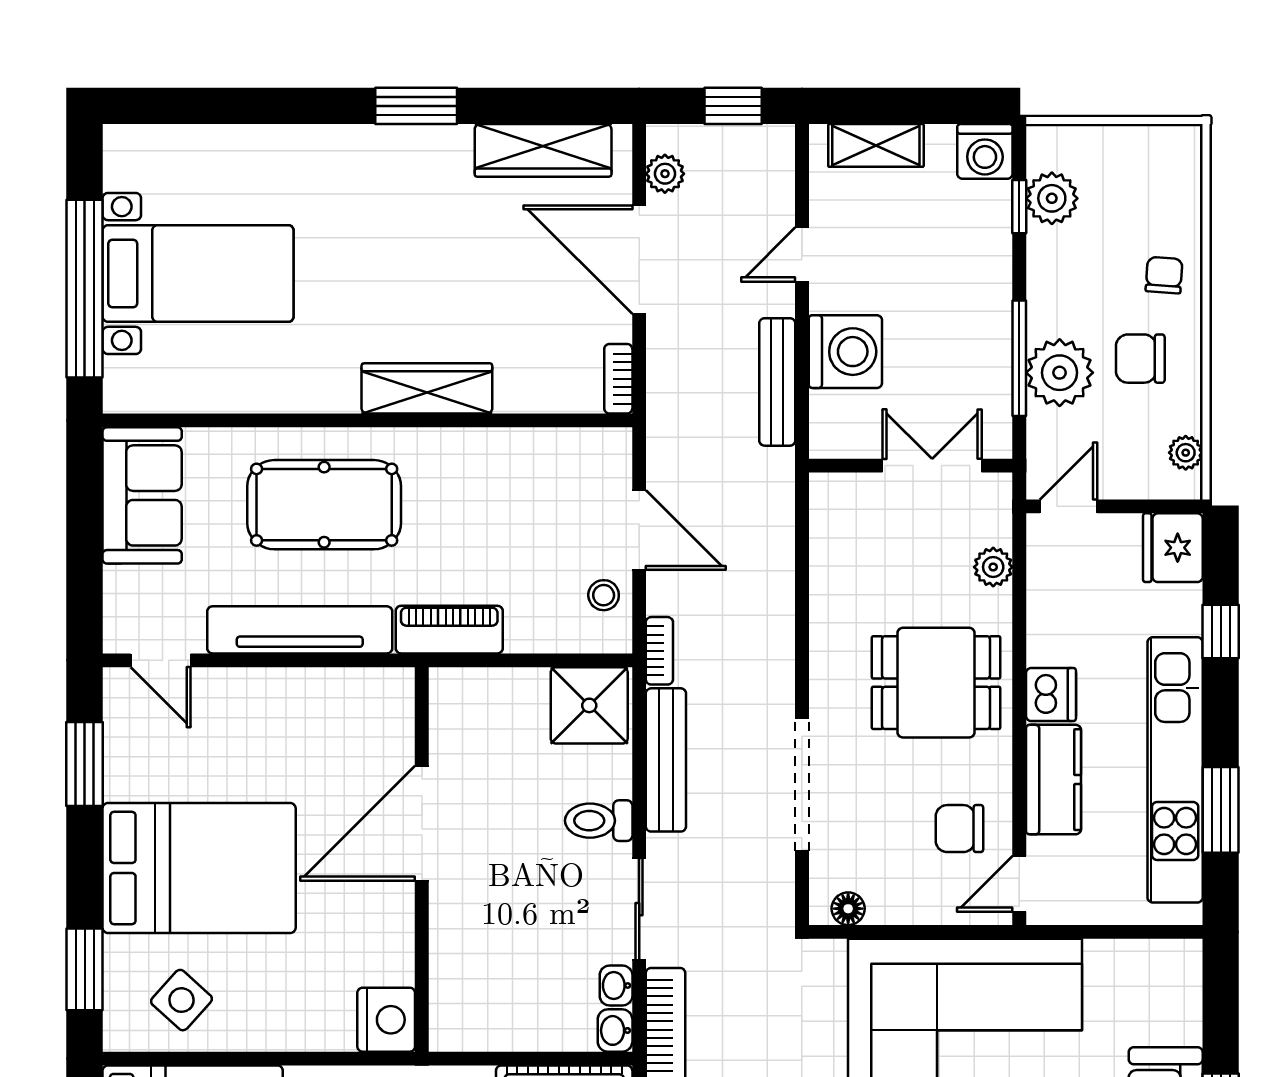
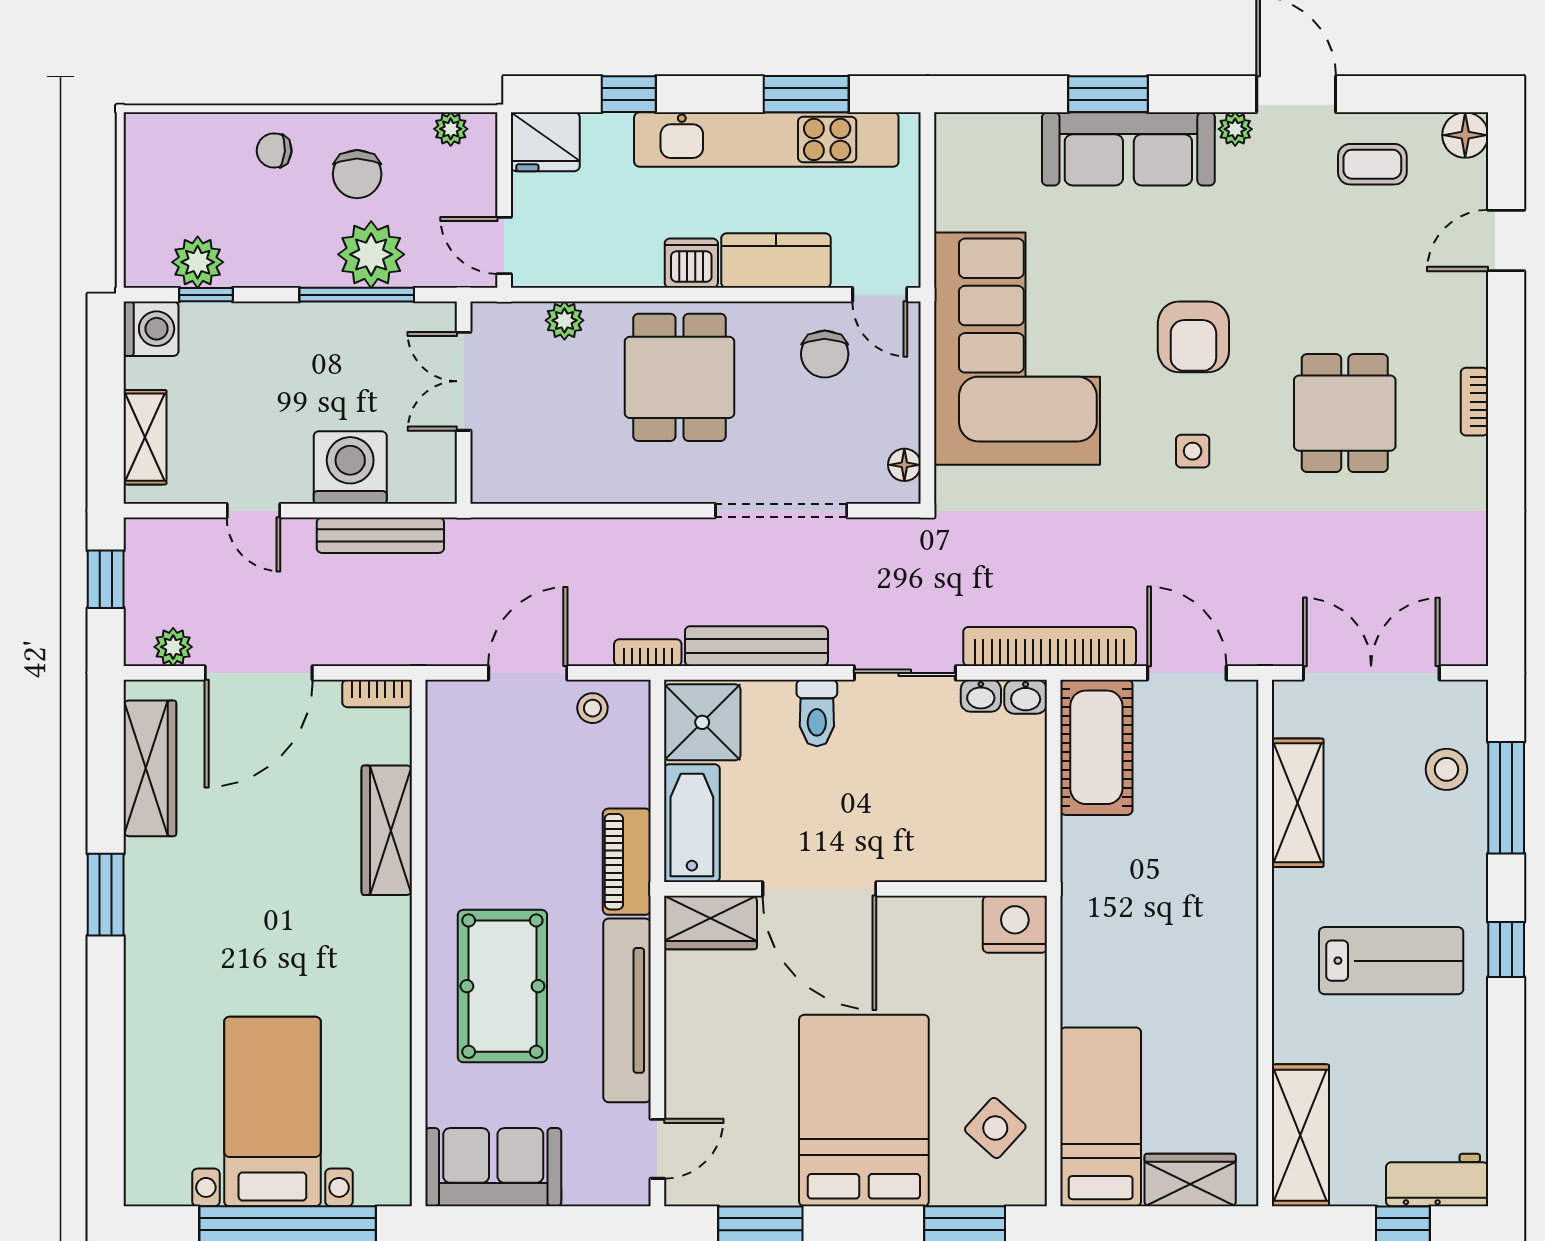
wardrobe: (427, 388) -> (387, 830), moved
bathtub: (488, 695) -> (692, 823), added
wardrobe: (388, 714) -> (710, 923), added

